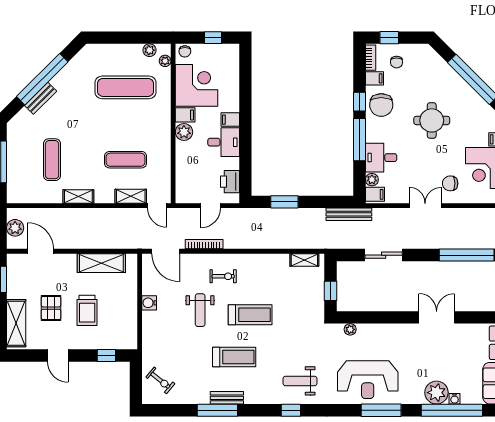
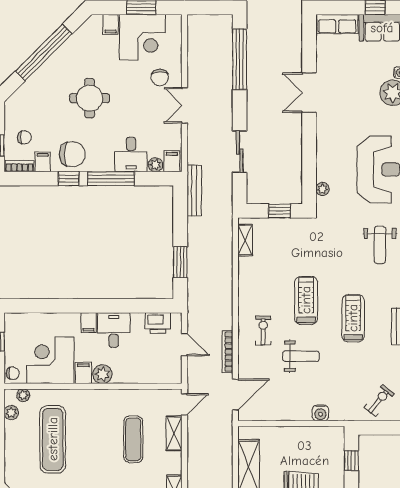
water cooler: (149, 303) -> (320, 413), moved

